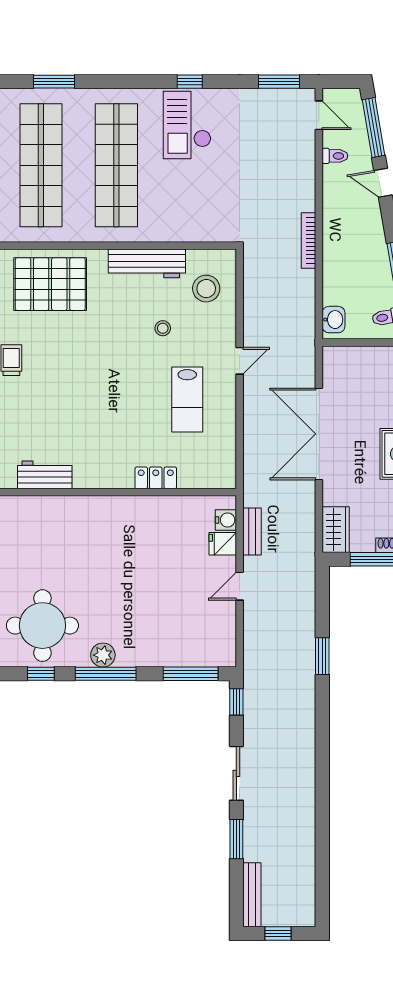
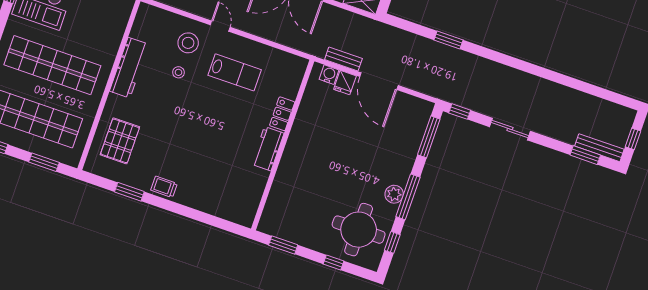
pallet: (50, 284) -> (120, 141), width x0.73, depth x0.71
stool: (206, 289) -> (188, 43), moved
workbench: (45, 475) -> (268, 149), moved
door: (240, 586) -> (379, 81), width x1.88
window: (236, 839) -> (585, 155), moved

